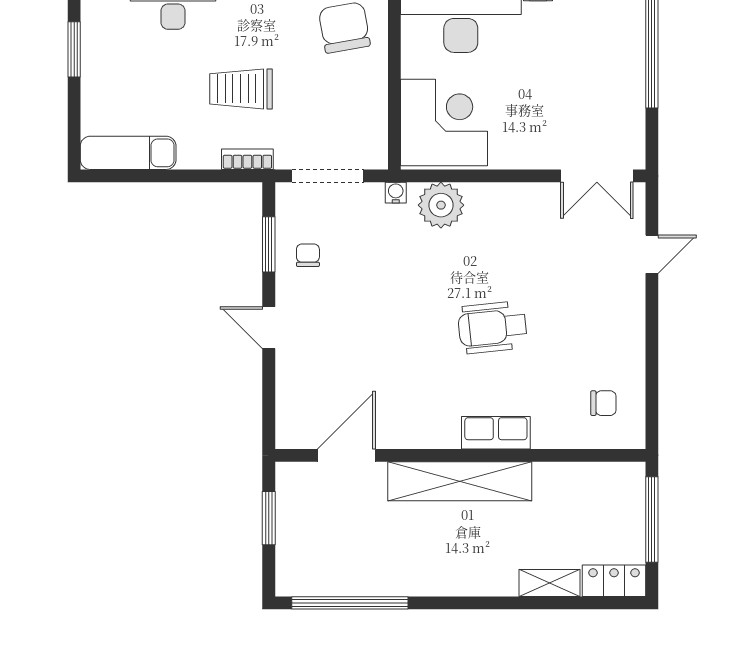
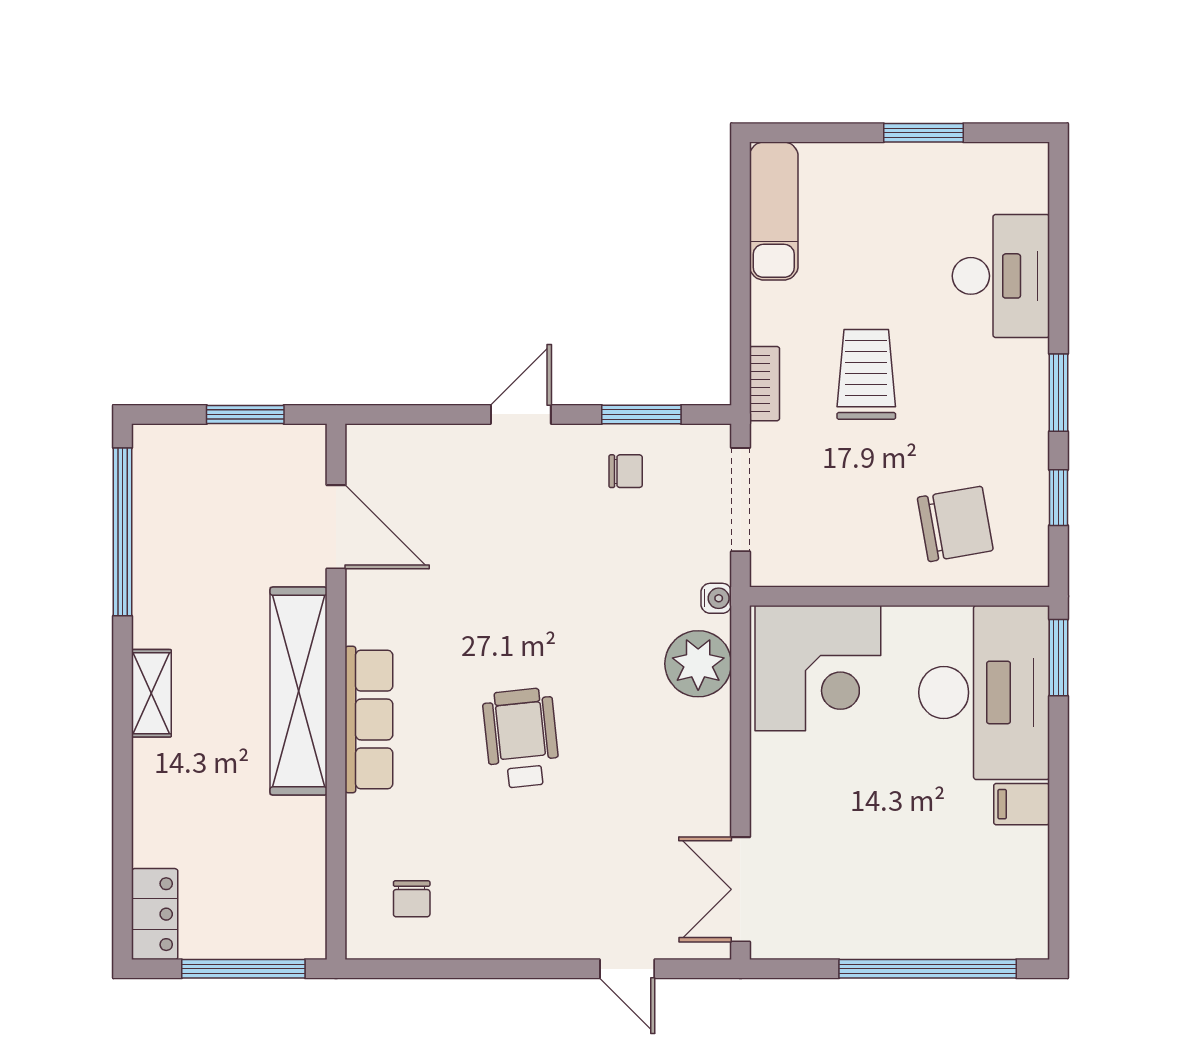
row of seats: (496, 433) -> (369, 719), width x1.48
shelving: (550, 583) -> (151, 693), moved

